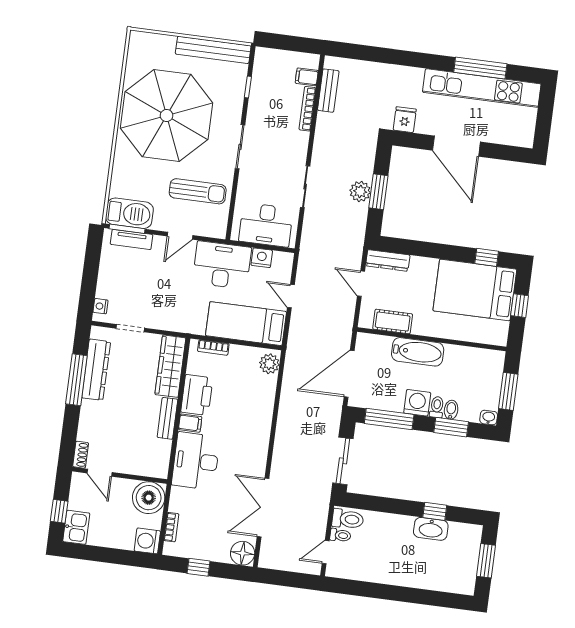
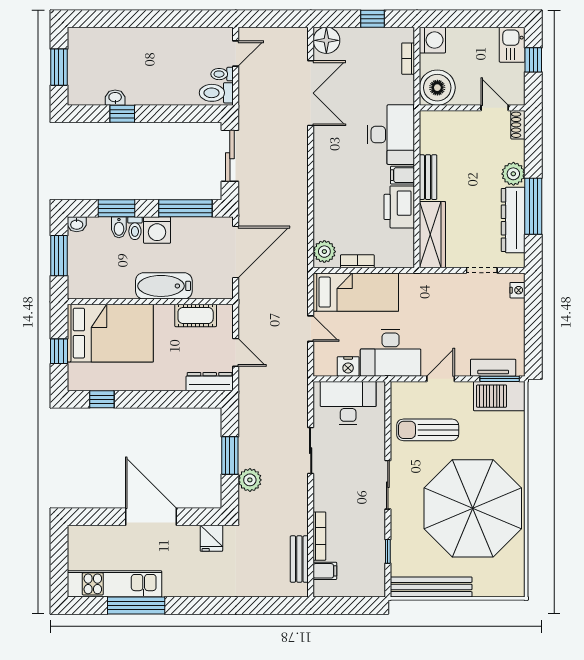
kitchen unit: (482, 88) -> (114, 584), width x0.73
plant: (360, 191) -> (250, 480), moved
bed: (475, 290) -> (110, 333), moved
bookcase: (213, 347) -> (357, 261), moved
plant: (91, 411) -> (513, 174), added
washbasin: (431, 529) -> (115, 98), width x0.52, depth x0.69

